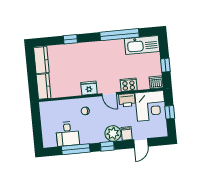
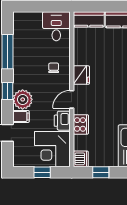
desk: (68, 134) -> (56, 26), moved, turned 90

